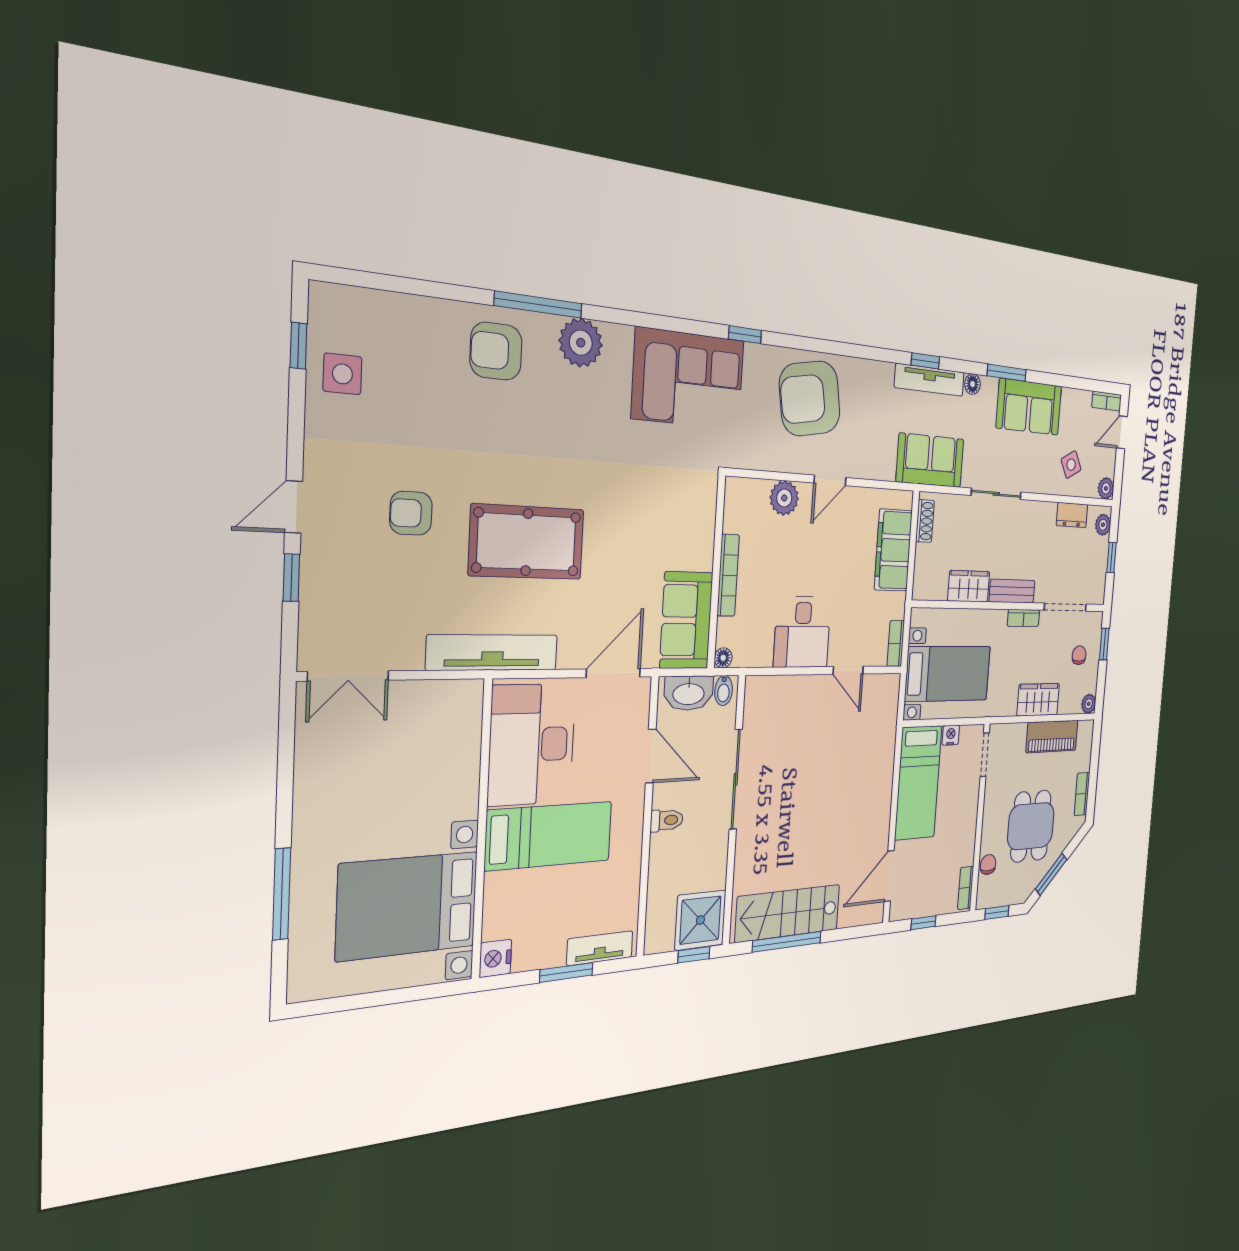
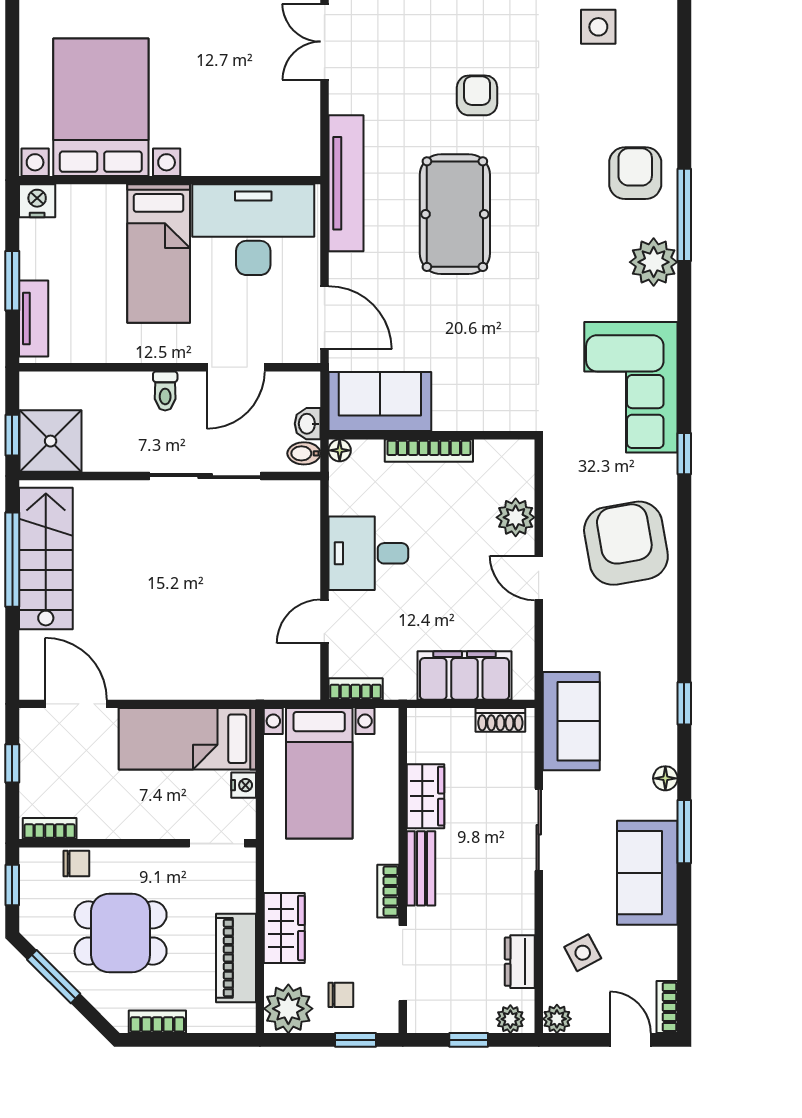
tv unit: (930, 380) -> (663, 712), removed
washbasin: (689, 693) -> (308, 424), width x0.52, depth x0.69
plant: (1089, 704) -> (288, 1009), width x1.88, depth x1.88

